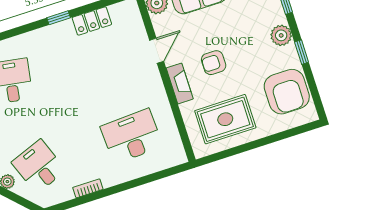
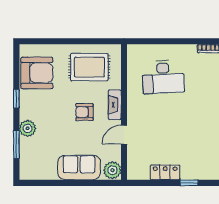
plant: (281, 35) -> (28, 128), moved
armchair: (214, 63) -> (84, 112), turned 180
armchair: (287, 92) -> (37, 73), turned 90

